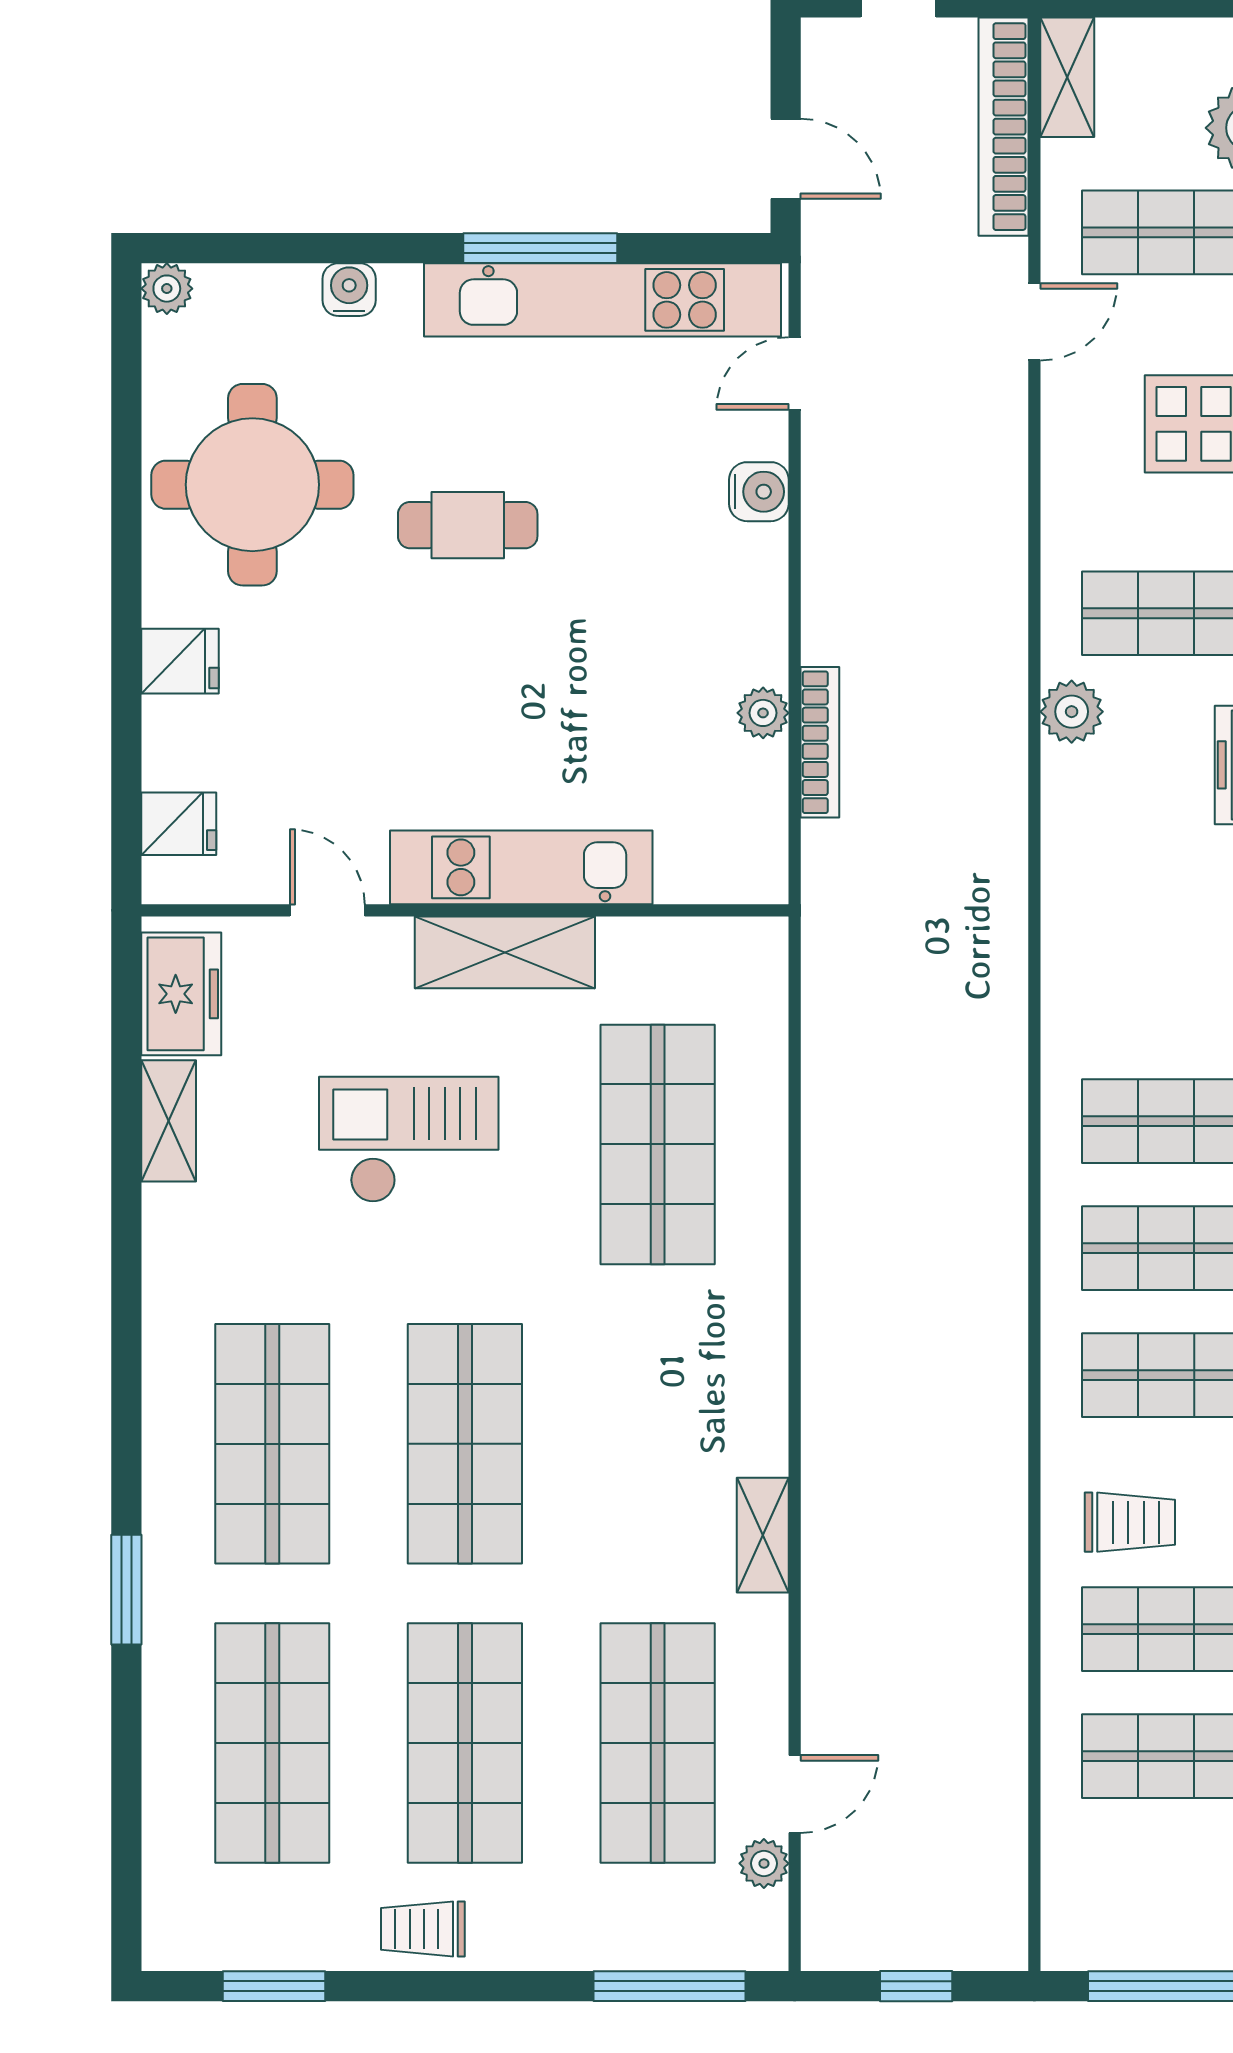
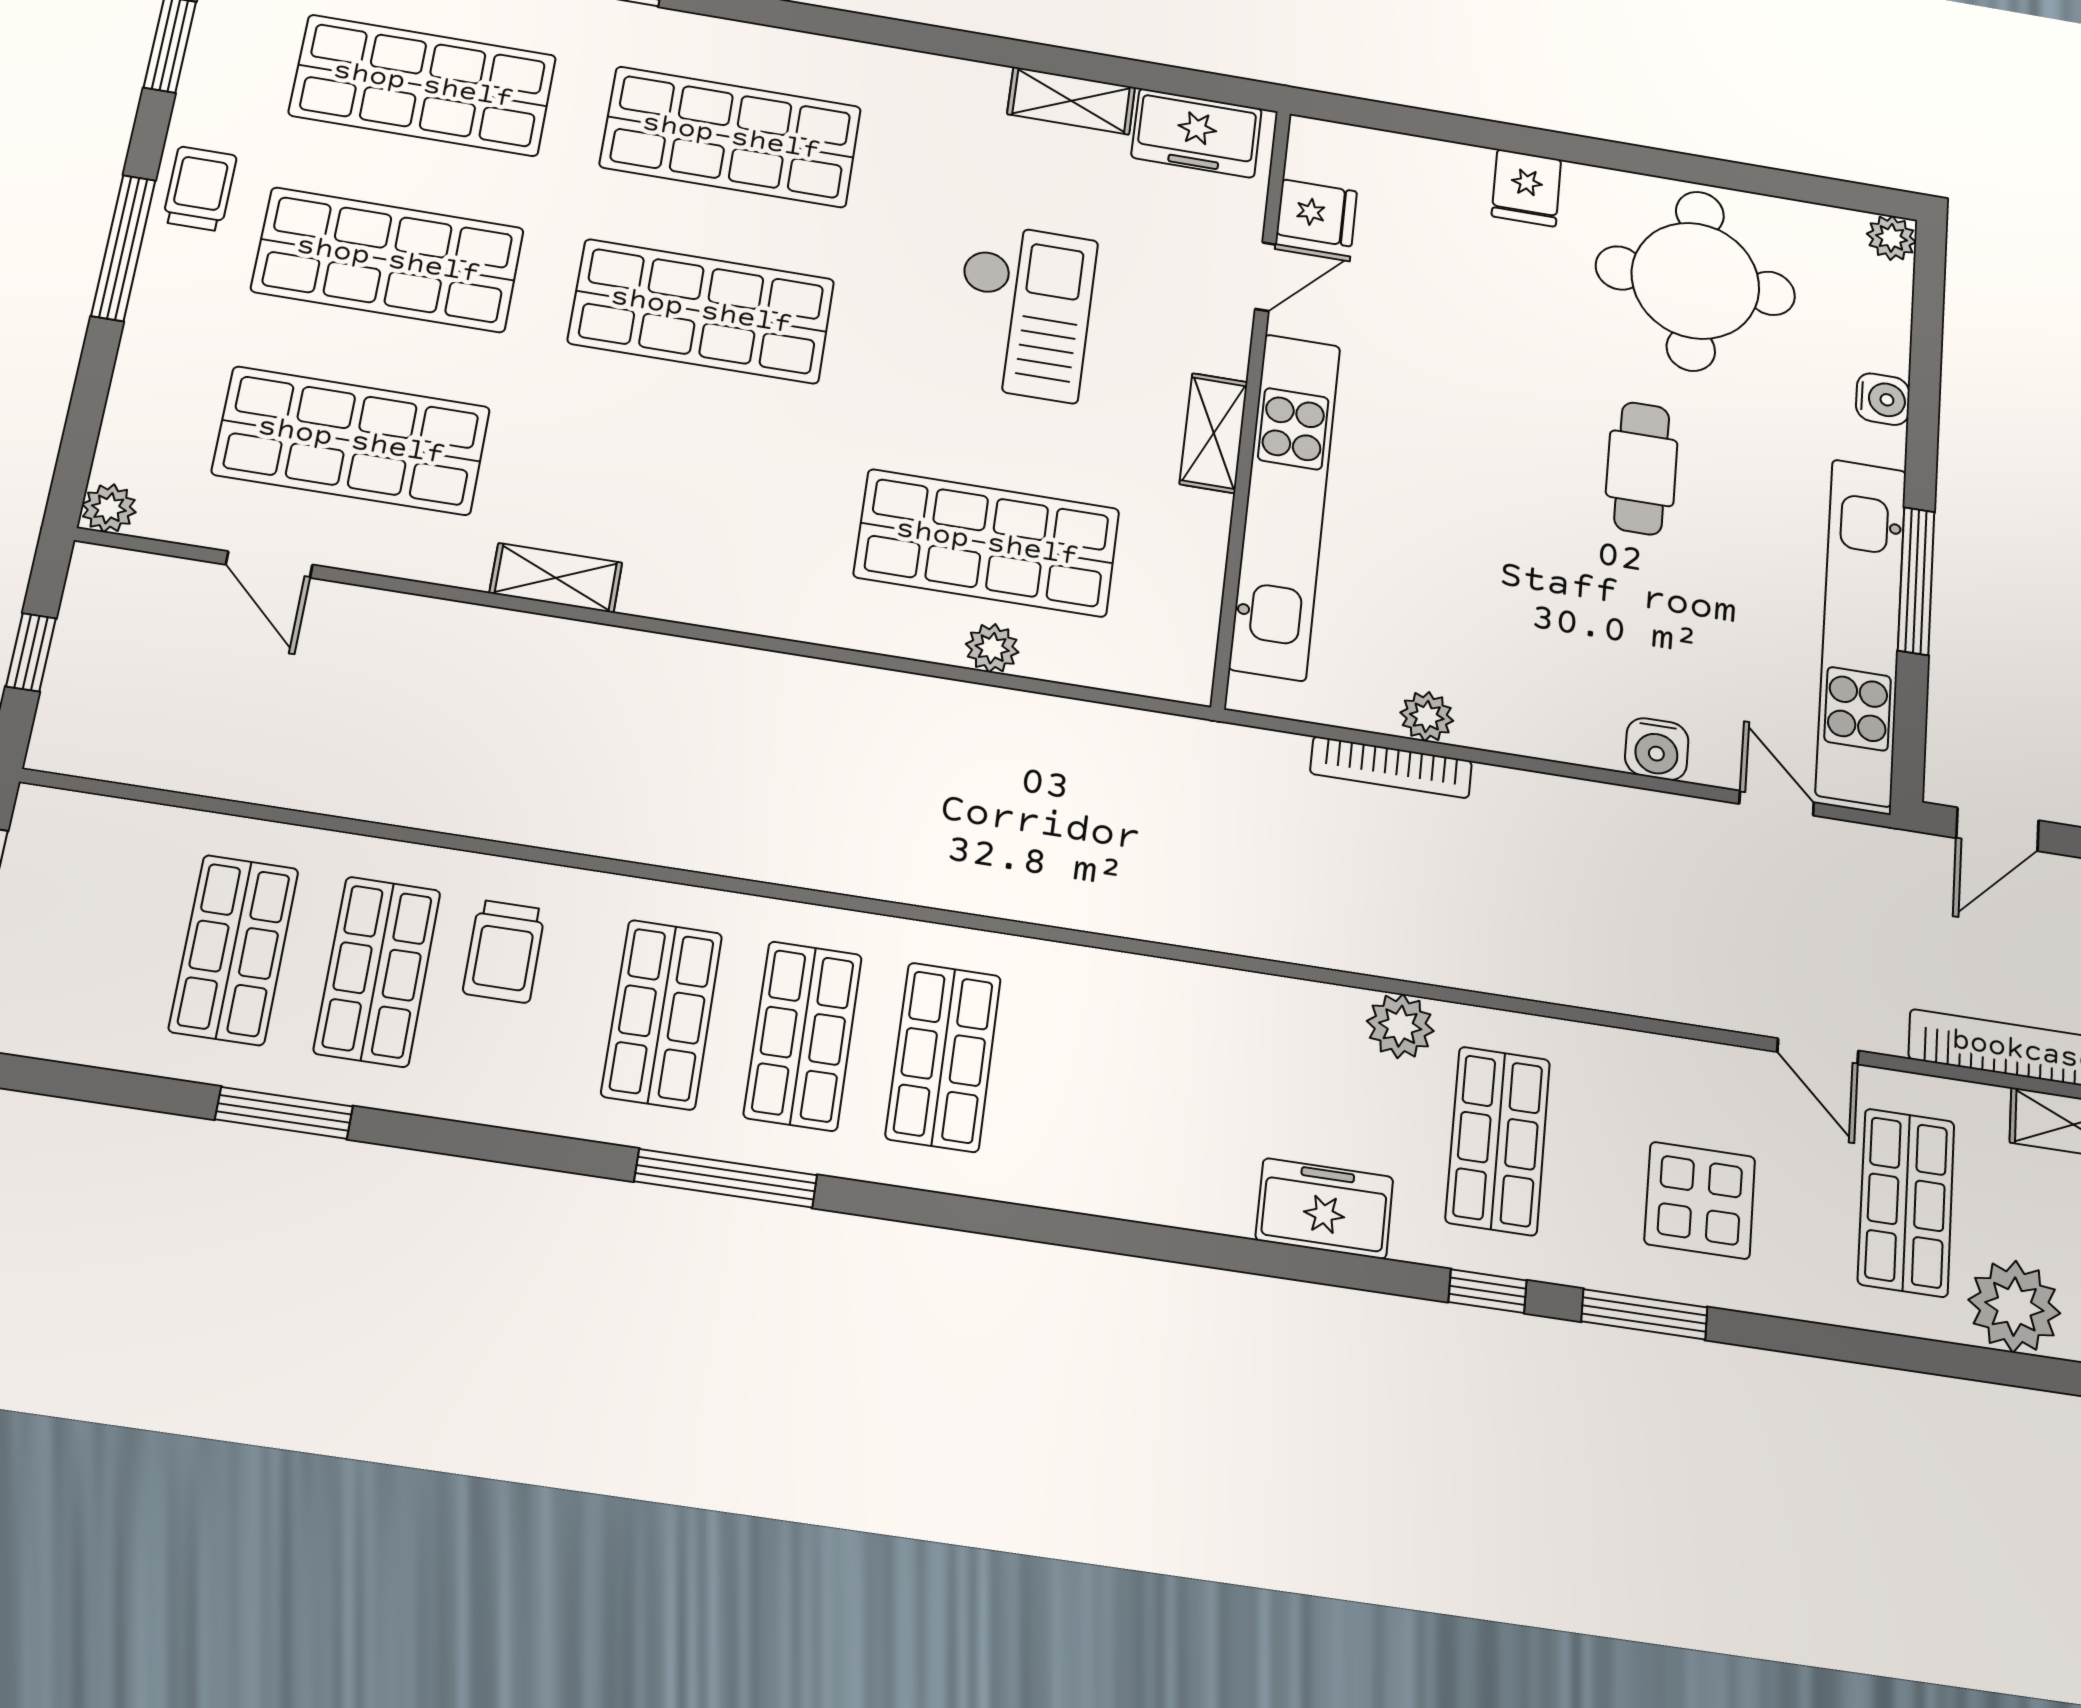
fridge: (179, 824) -> (1317, 213), moved, turned -90
kitchen unit: (521, 867) -> (1285, 505), width x1.36
shelving: (505, 952) -> (1214, 433), width x0.67, depth x0.75
plant: (764, 1126) -> (992, 648), added
plant: (764, 1863) -> (109, 508), moved
window: (669, 1986) -> (123, 248), moved

